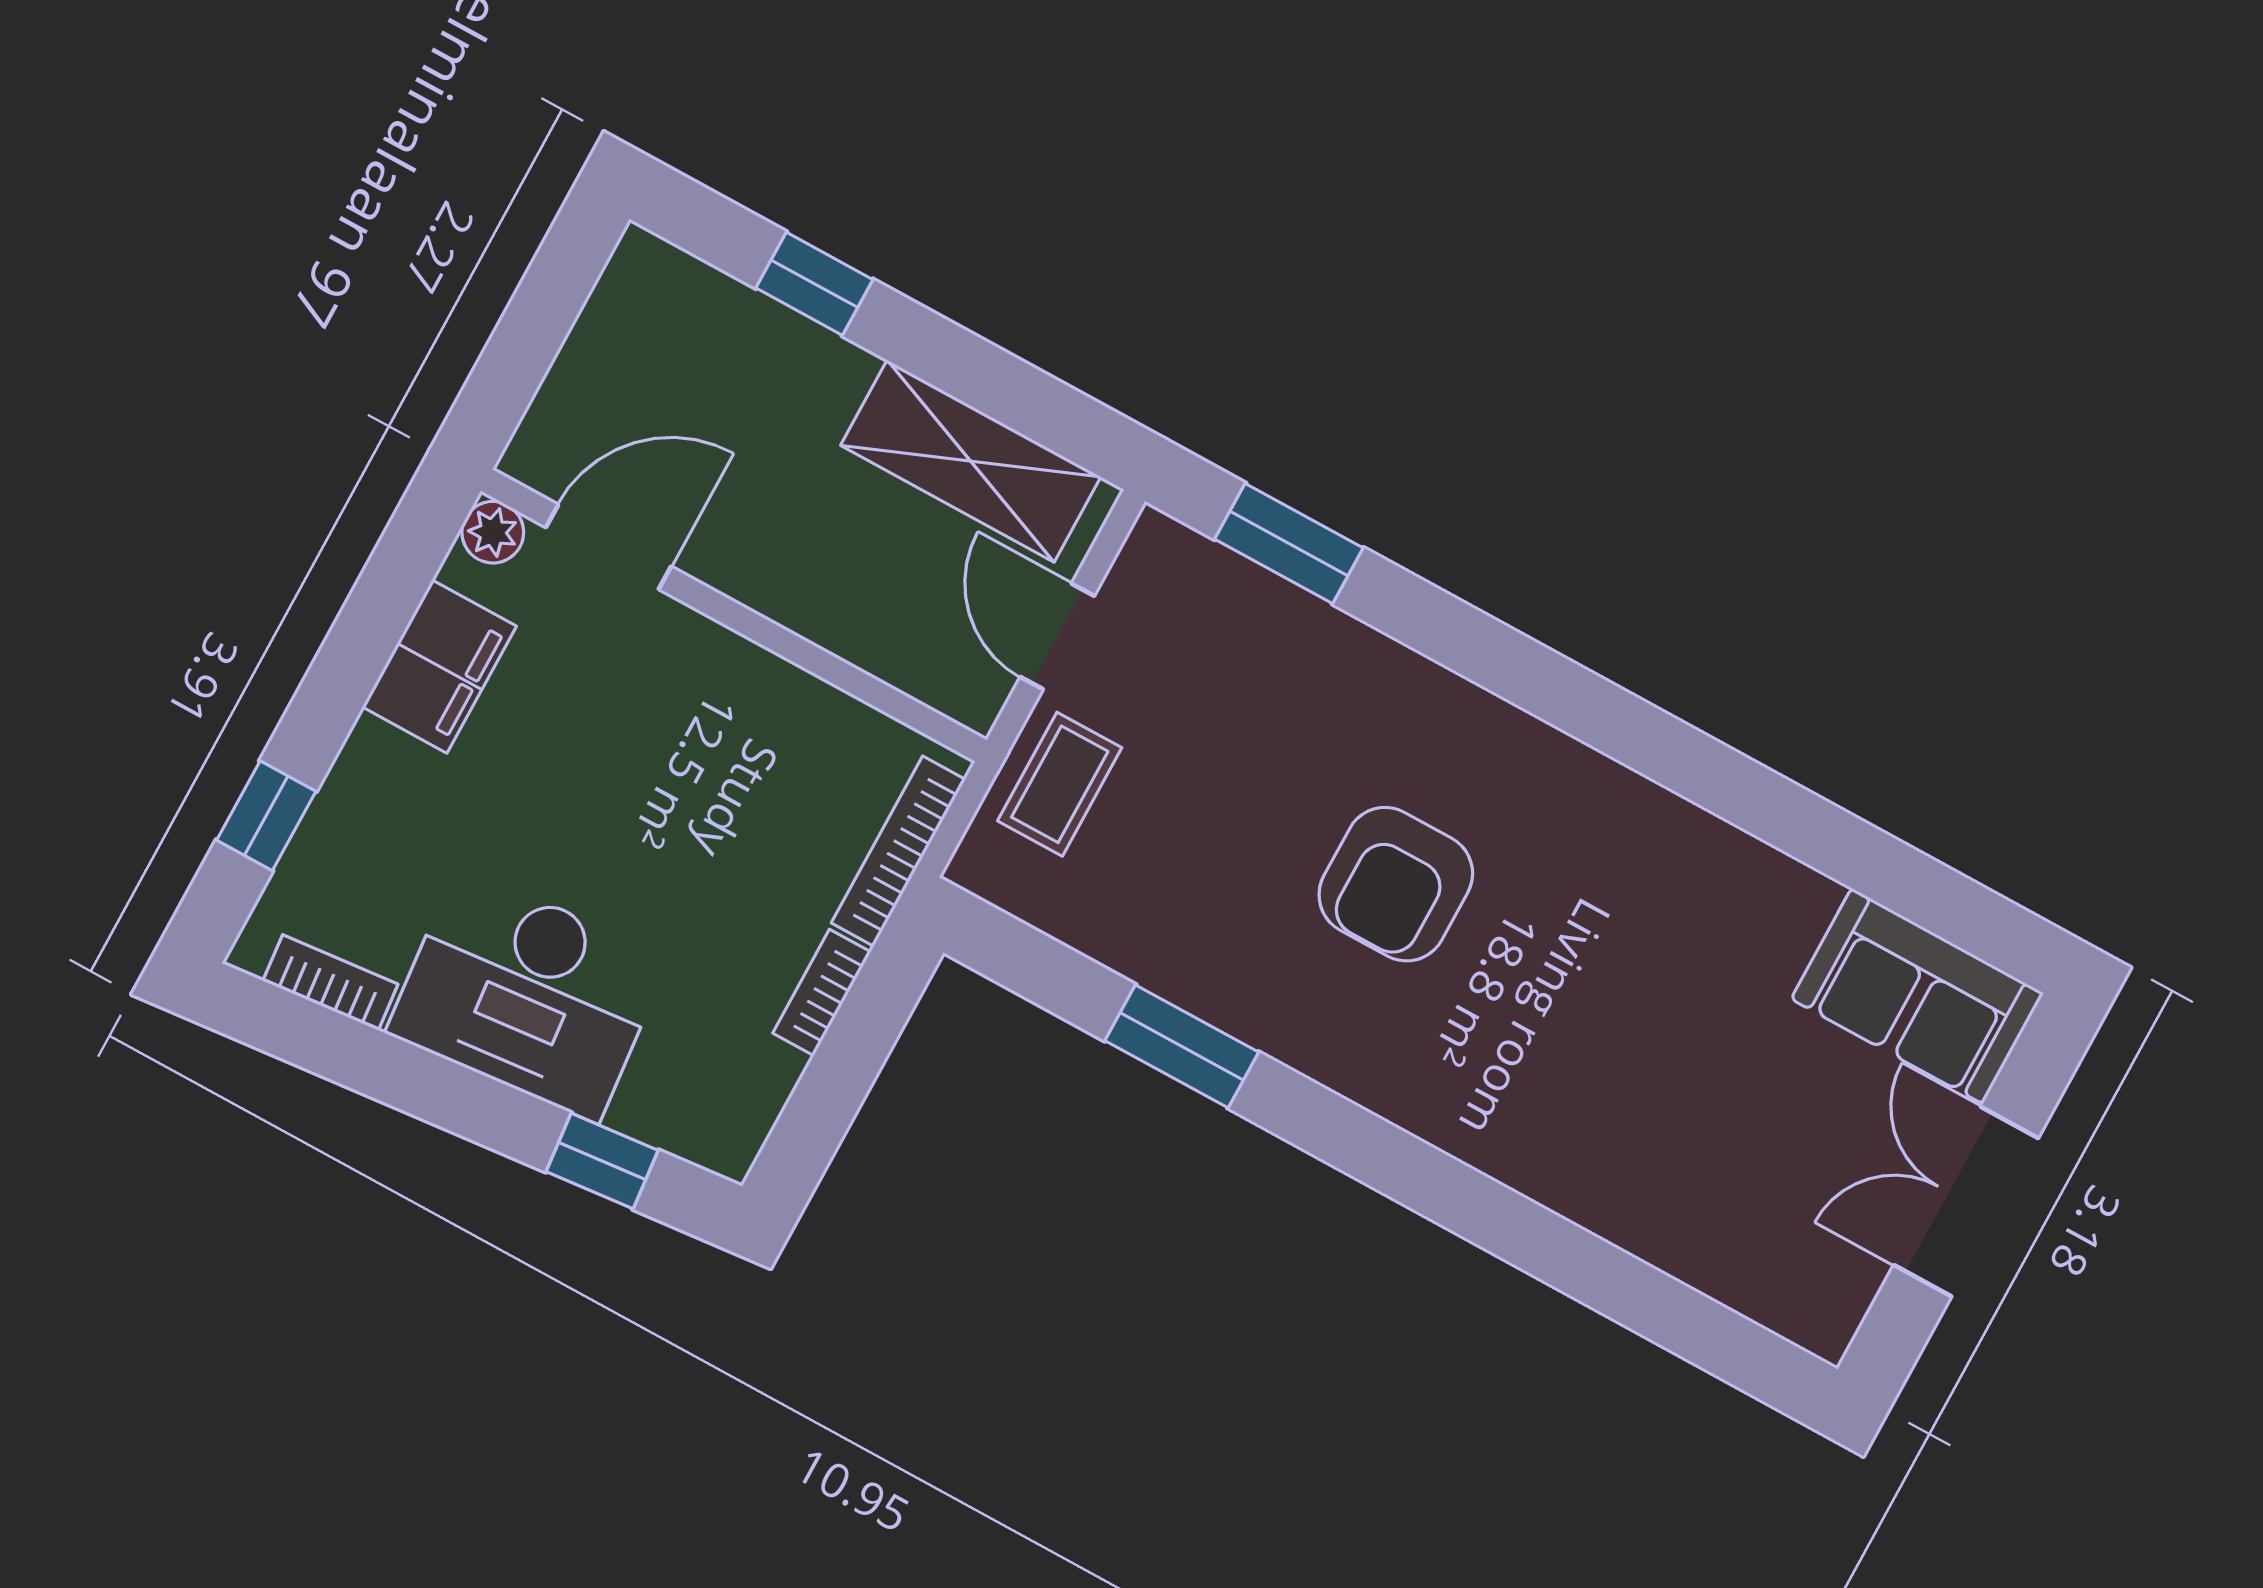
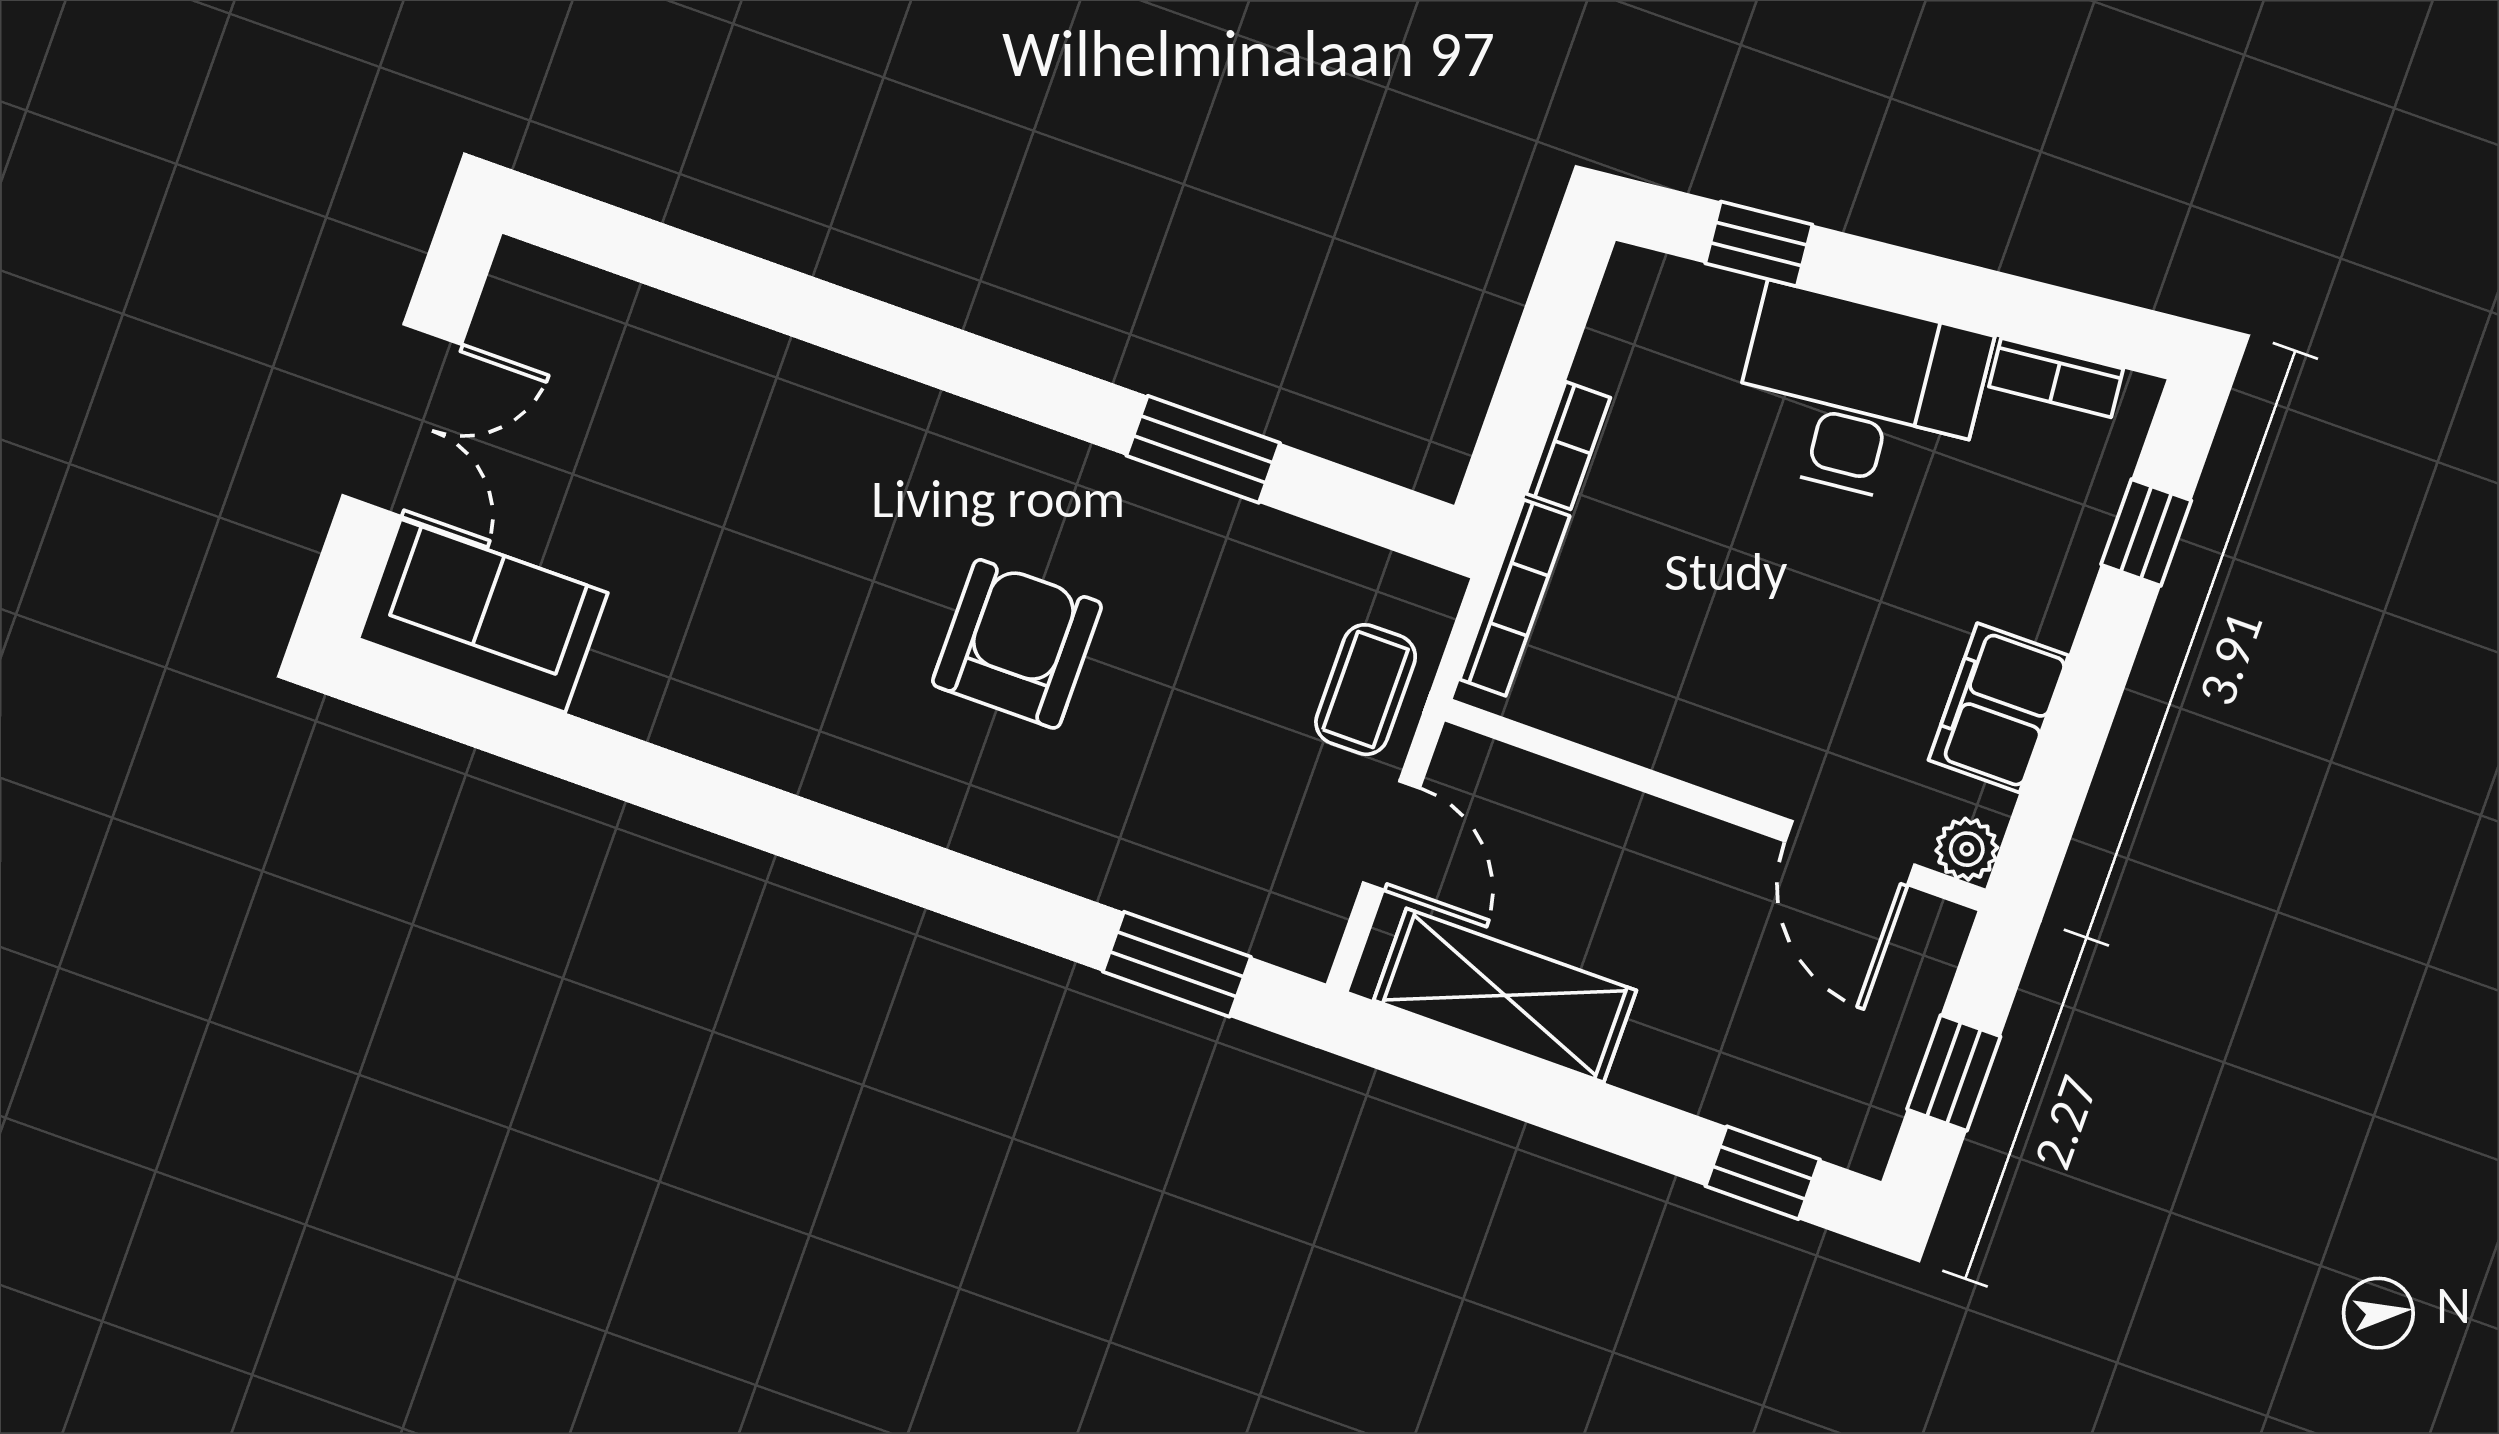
window: (814, 284) -> (1763, 1173), moved
window: (541, 314) -> (1954, 1073), added
door: (608, 547) -> (1850, 853), hinge flipped

